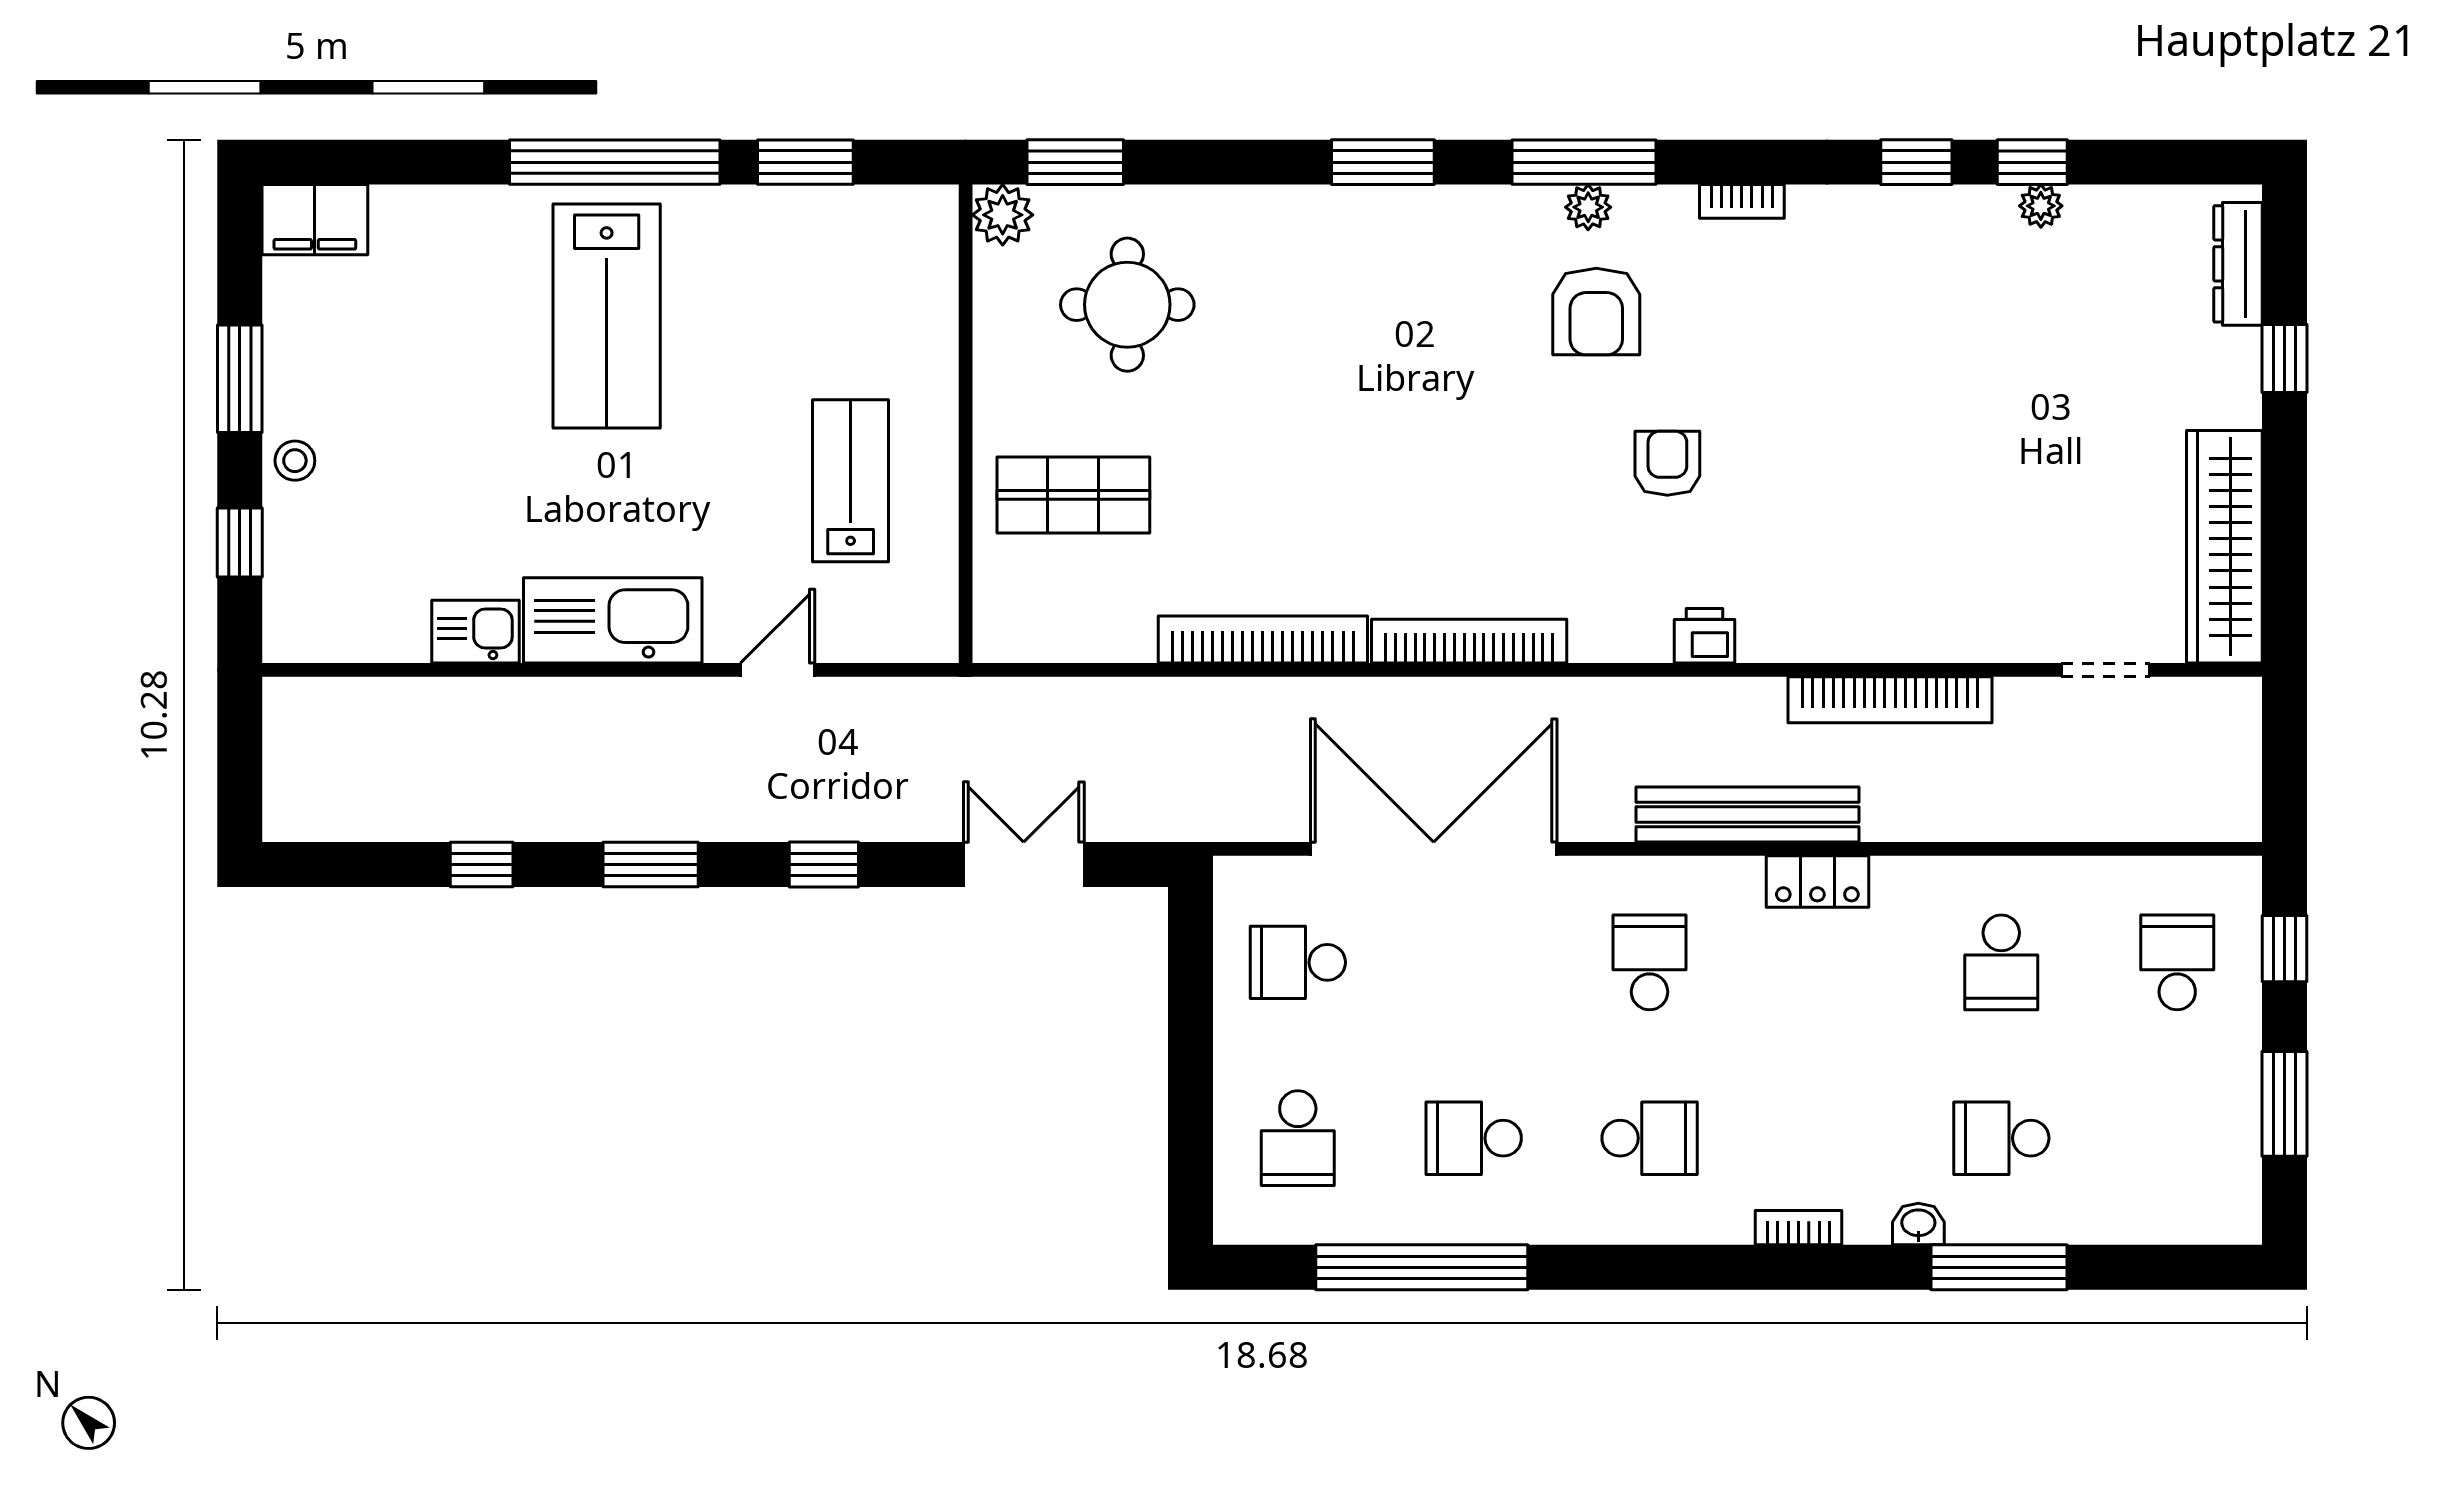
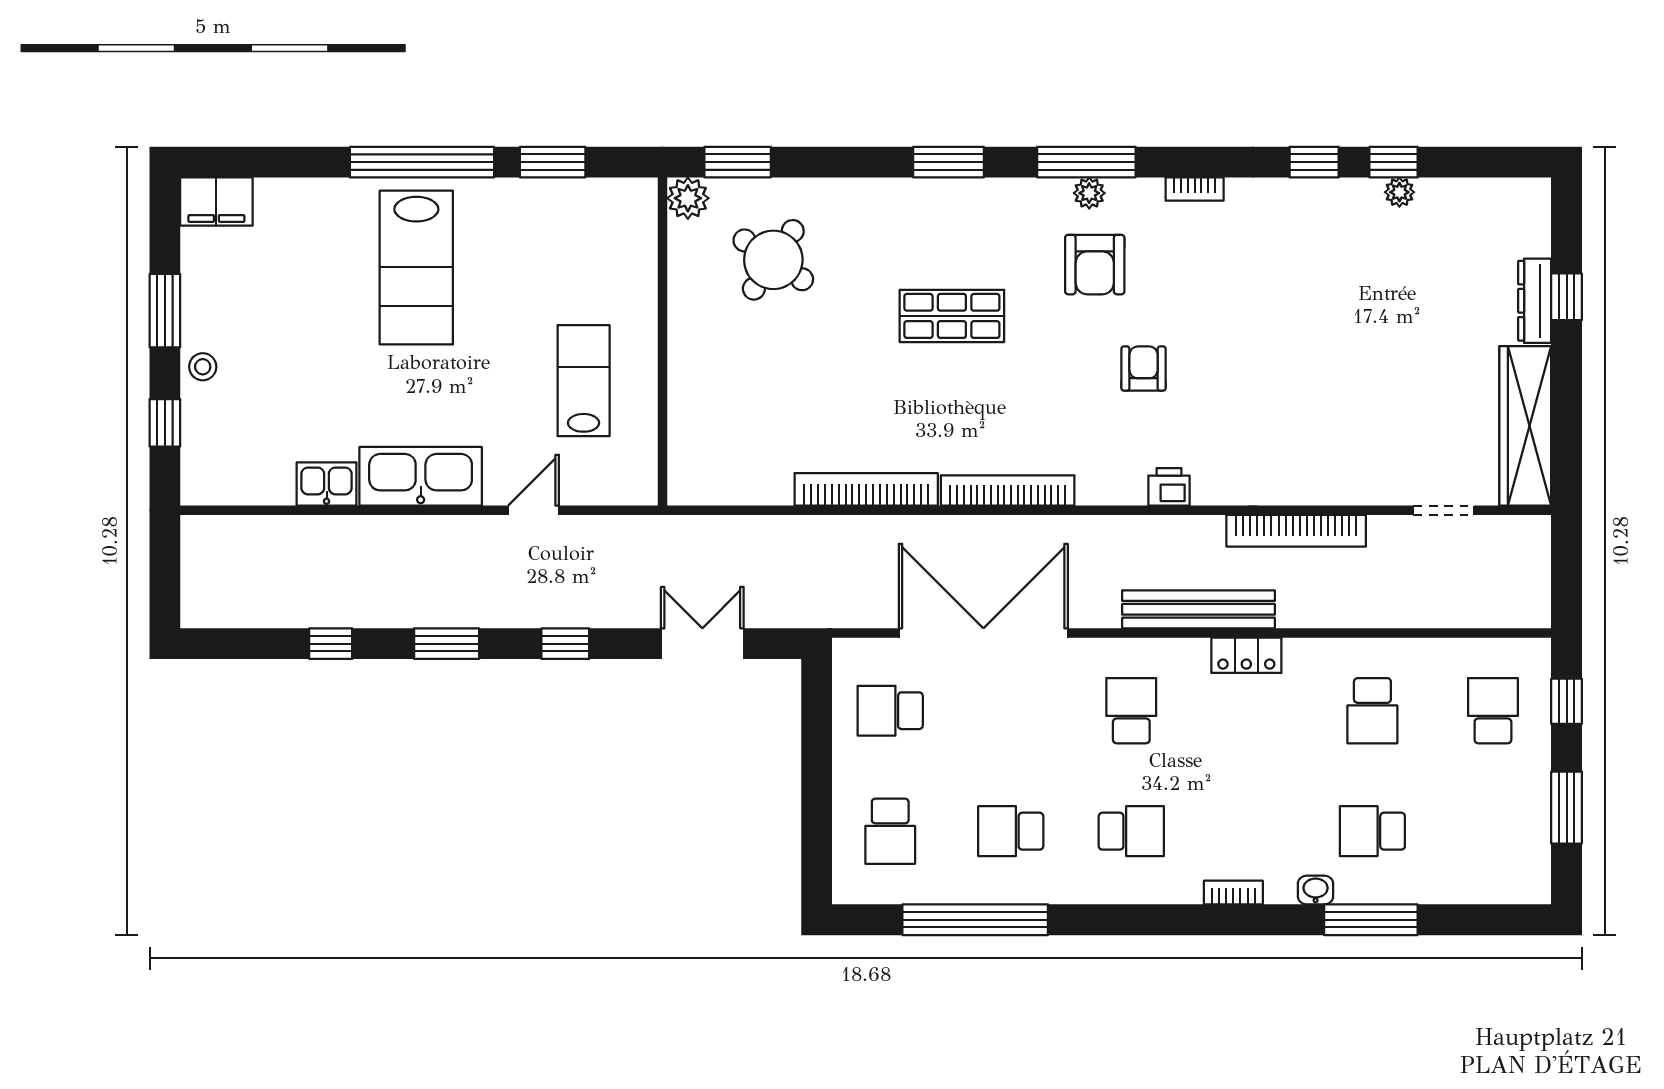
dresser: (2238, 264) -> (1535, 301), moved
round table: (1127, 305) -> (773, 260), turned 34
shop shelf: (1073, 495) -> (952, 316), moved

